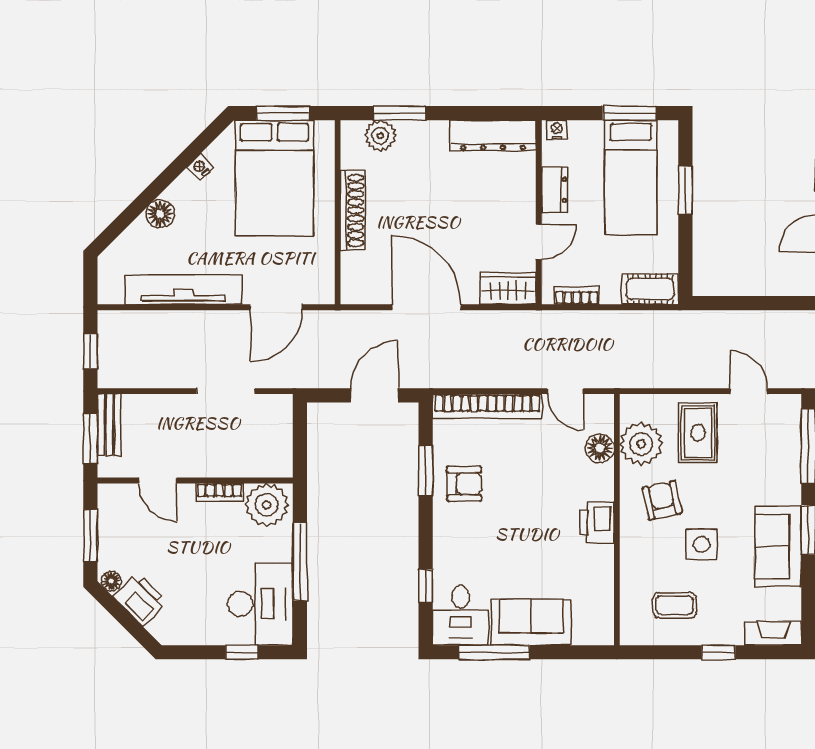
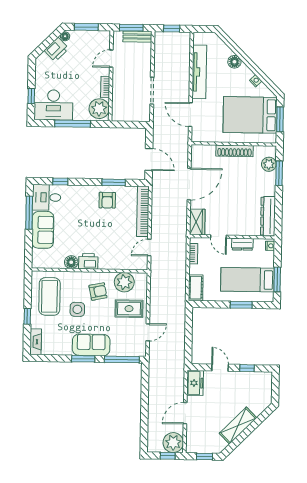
floor lamp: (600, 448) -> (71, 262), moved
sofa: (778, 546) -> (91, 345), moved
coffee table: (675, 605) -> (49, 296), width x1.86, depth x1.72

